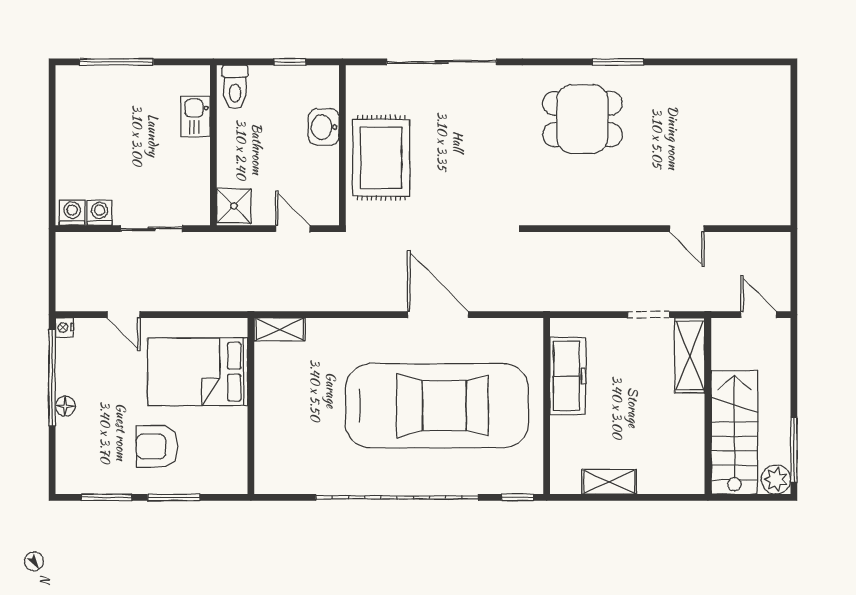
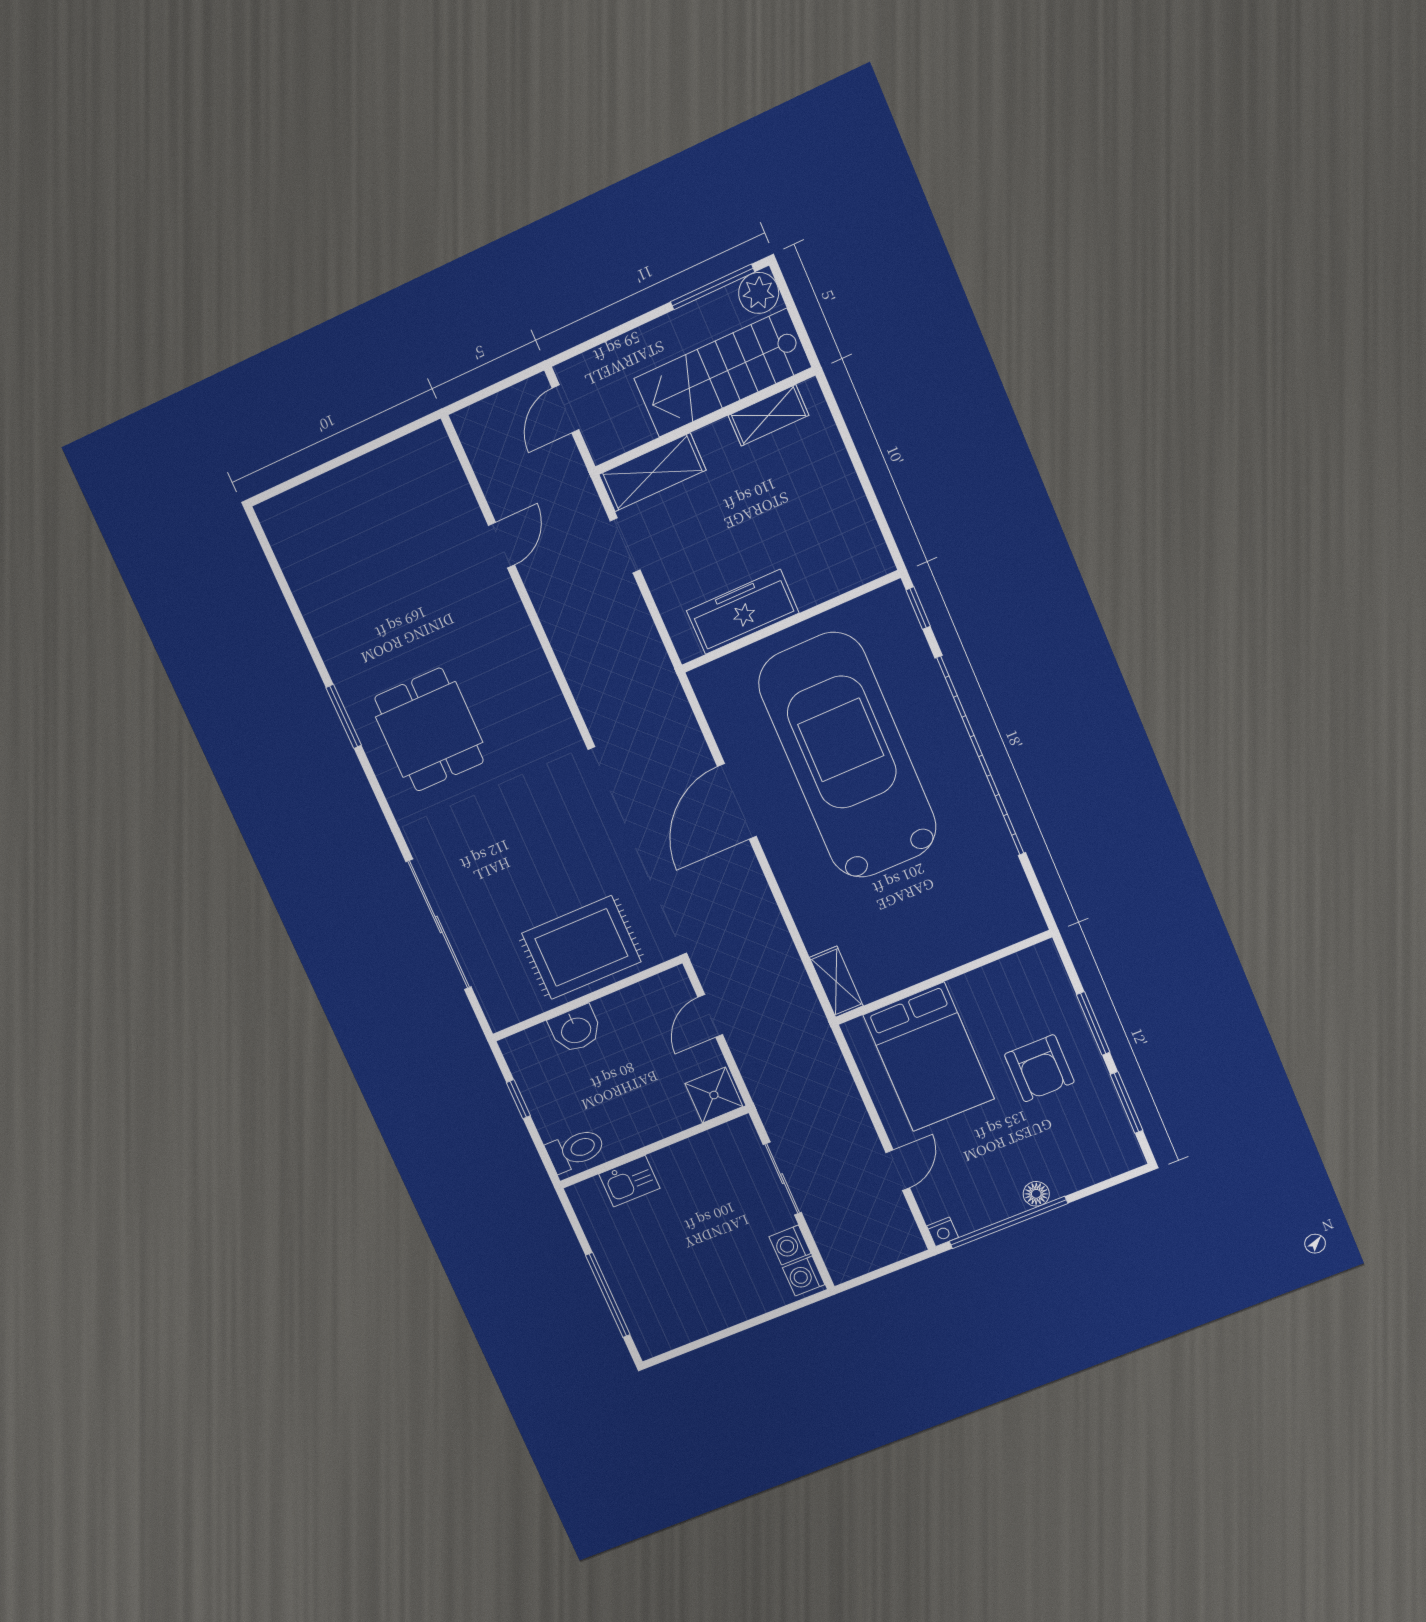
shelving: (609, 482) -> (768, 415), moved, turned 90

